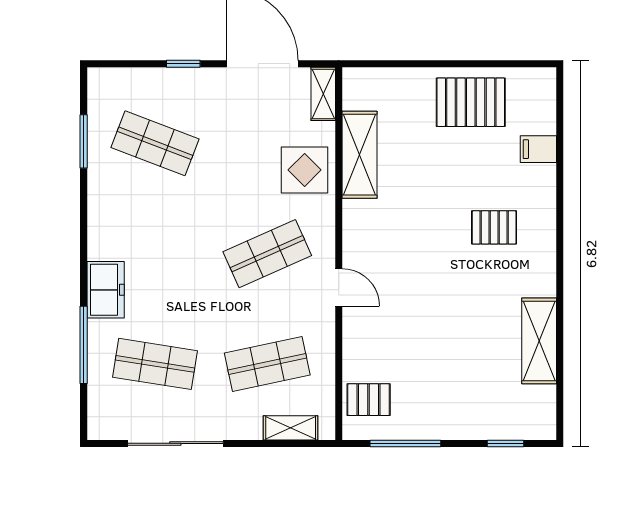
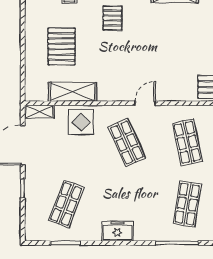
pallet: (471, 102) -> (62, 46), moved
freezer: (106, 290) -> (117, 231), moved

